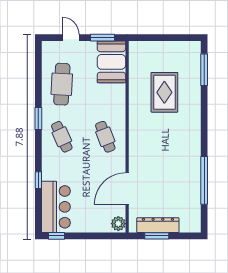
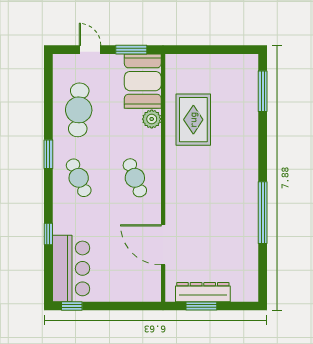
rug: (164, 92) -> (193, 120), moved
window: (204, 180) -> (263, 213), moved
door: (127, 189) -> (163, 245), hinge flipped
plant: (118, 224) -> (152, 119), moved

